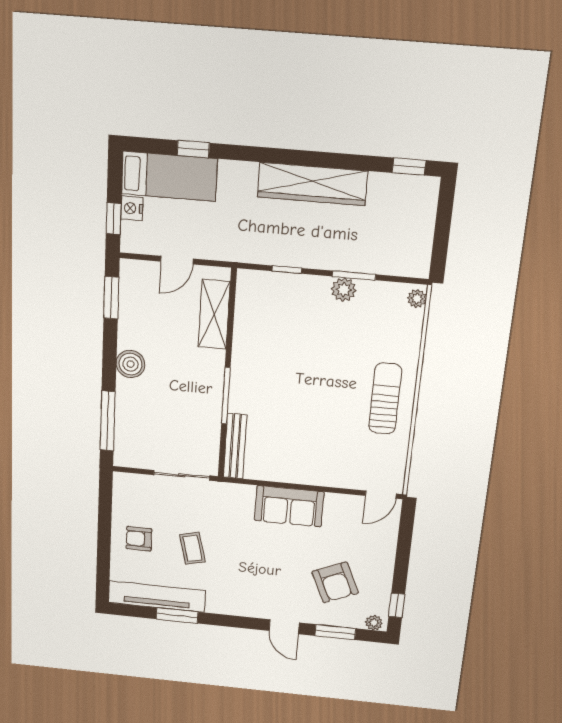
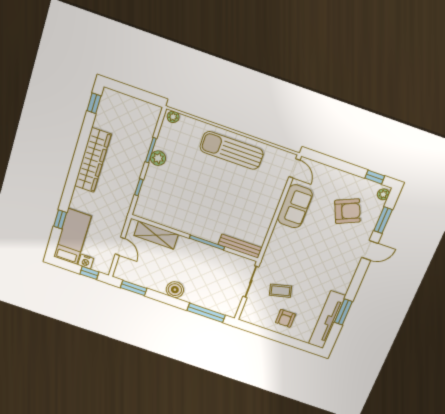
sun lounger: (385, 399) -> (232, 150), width x1.36, depth x1.34
sofa: (289, 506) -> (295, 206), moved
coffee table: (192, 548) -> (281, 291), moved

